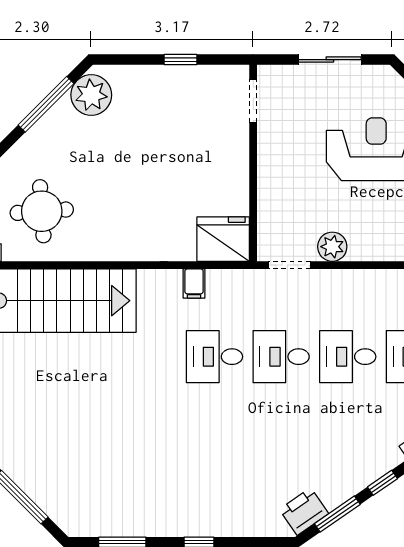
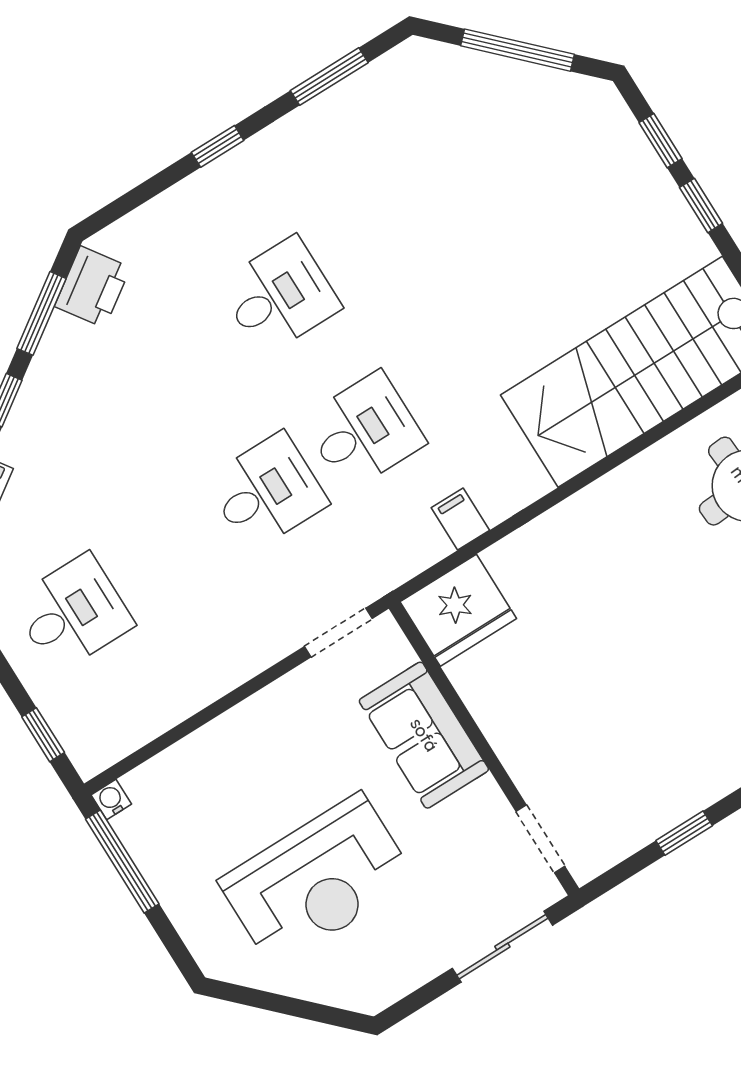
sliding door: (330, 60) -> (502, 947), moved
sofa: (279, 188) -> (424, 735), added
plant: (332, 247) -> (292, 699), removed
desk: (348, 357) -> (279, 296), moved

